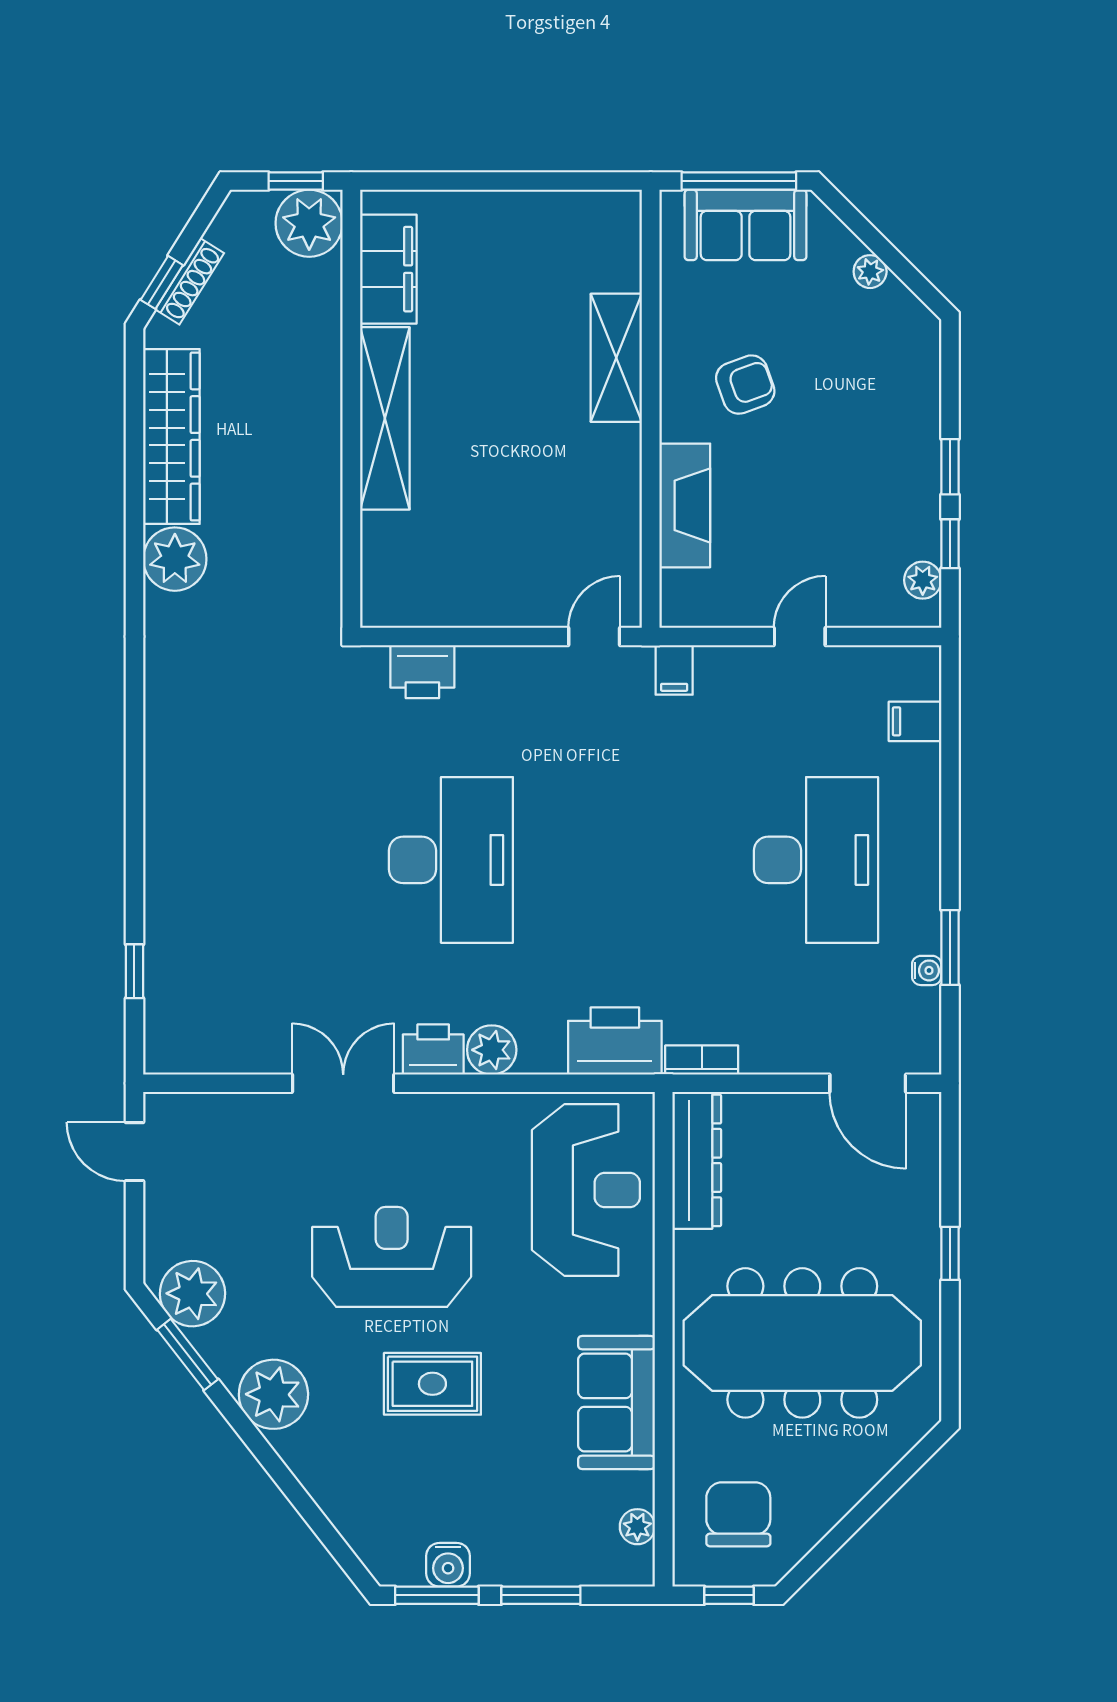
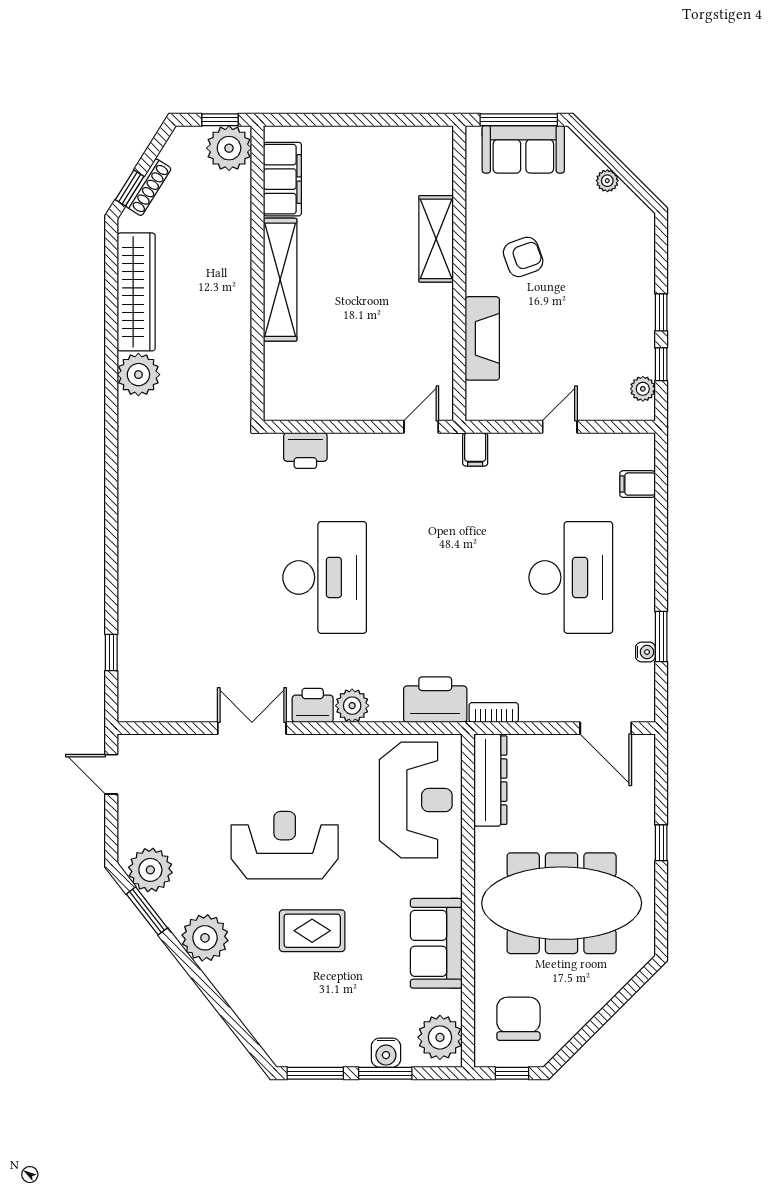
plant: (637, 1527) -> (440, 1037), width x1.87, depth x1.87
water cooler: (448, 1565) -> (386, 1053), moved

